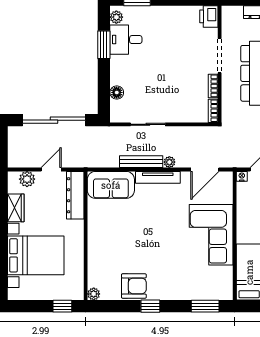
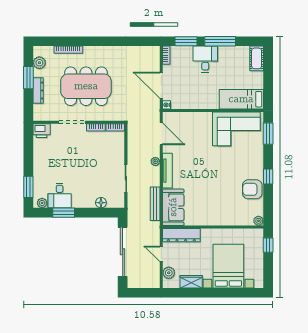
bench: (141, 162) -> (155, 204), moved
corner sofa: (211, 235) -> (236, 129), moved
armchair: (134, 286) -> (252, 189), turned -90

